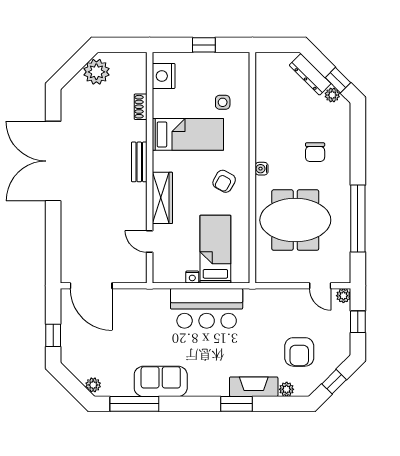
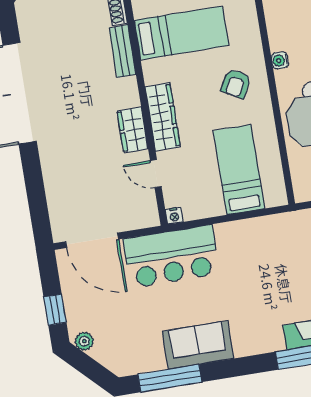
bench: (139, 162) -> (122, 51), moved
wardrobe: (137, 204) -> (133, 130), added
nightstand: (192, 277) -> (174, 216), moved
bar counter: (207, 308) -> (171, 256), moved
plant: (93, 385) -> (84, 341), moved

